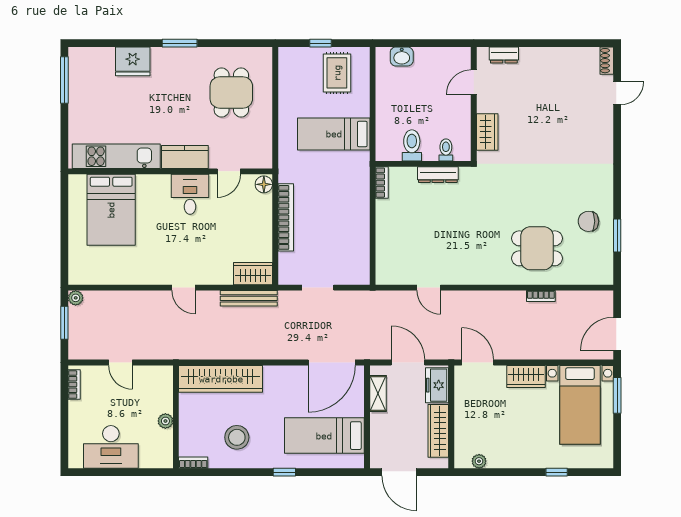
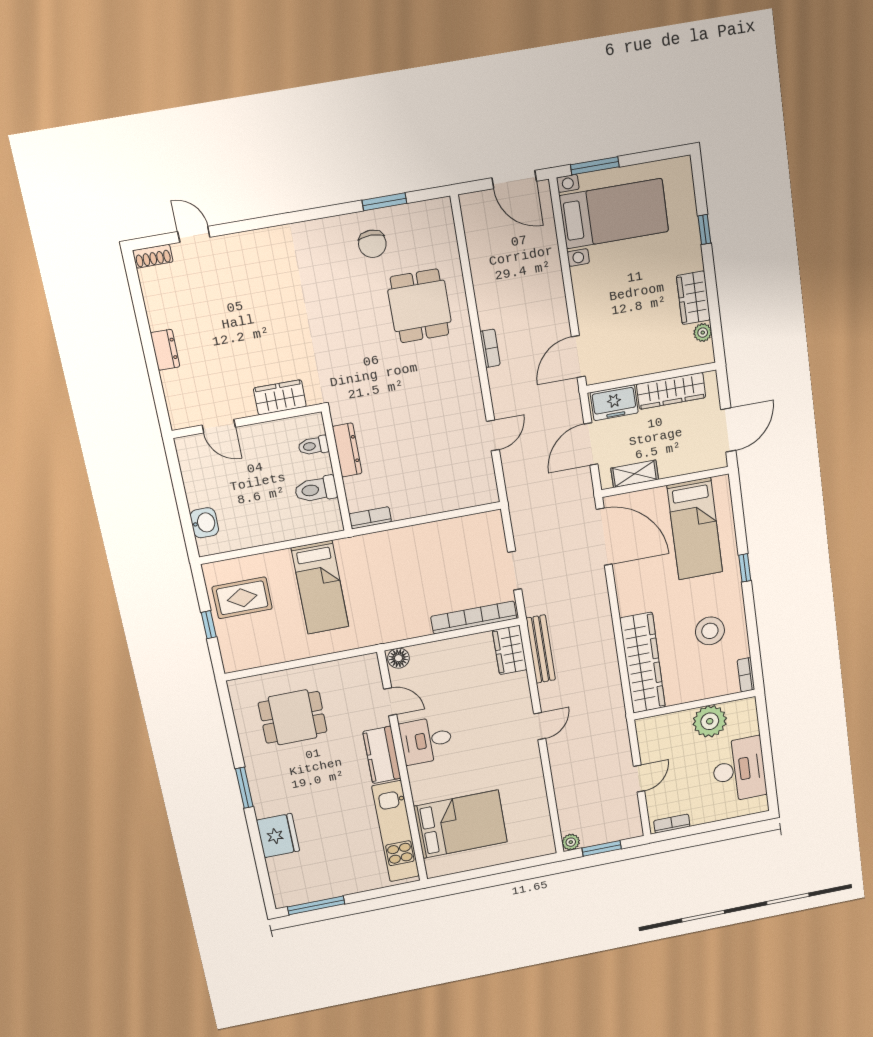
dresser: (504, 55) -> (165, 350), moved
bookcase: (286, 217) -> (474, 617), moved
bookcase: (541, 296) -> (490, 348), moved
wardrobe: (526, 376) -> (693, 298), moved, turned 180
plant: (165, 421) -> (710, 721), width x1.87, depth x1.87

